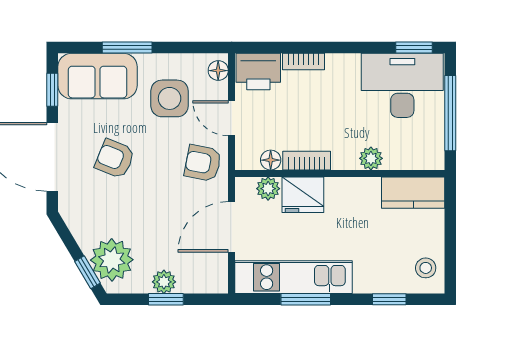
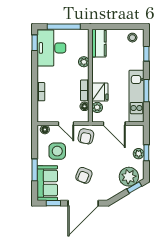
printer: (258, 71) -> (45, 112), removed
door: (232, 118) -> (66, 124), hinge flipped

